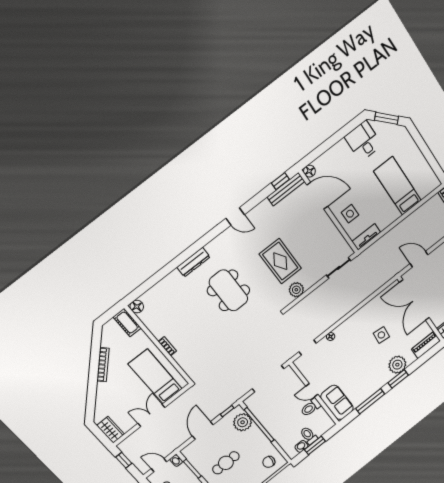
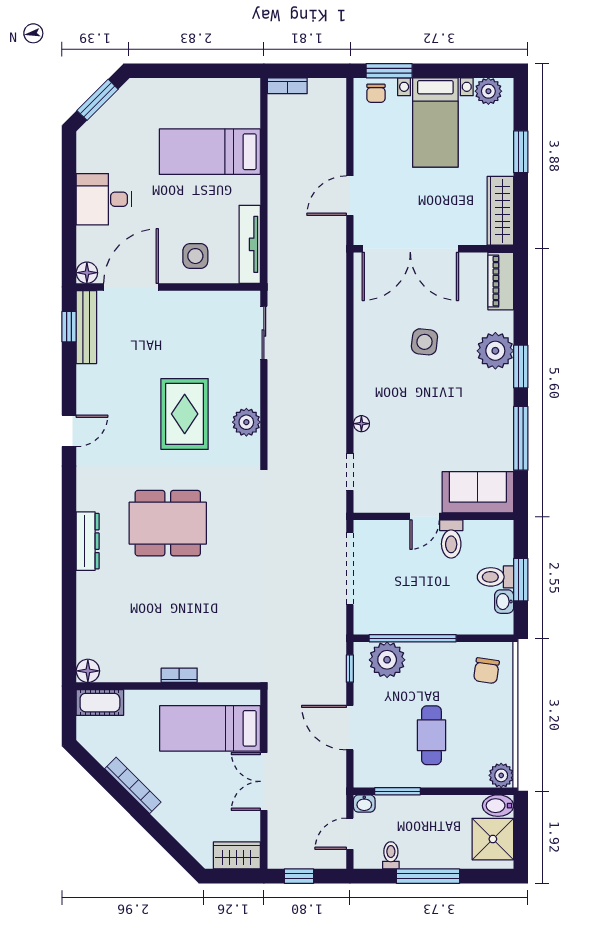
desk: (363, 141) -> (104, 199), moved
tv unit: (366, 237) -> (250, 244), width x1.41
rug: (280, 261) -> (185, 414), turned 90

